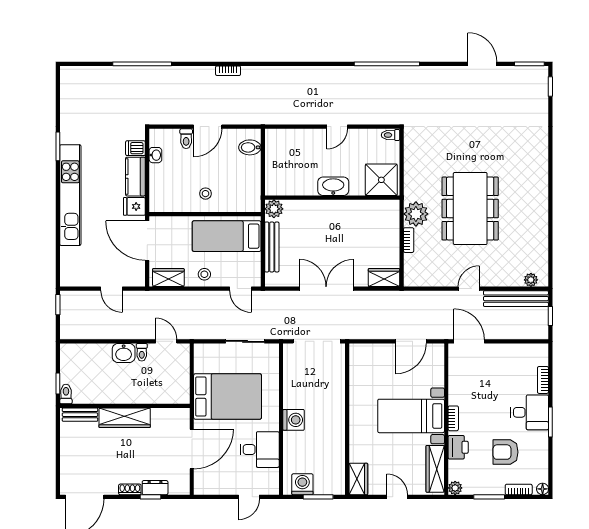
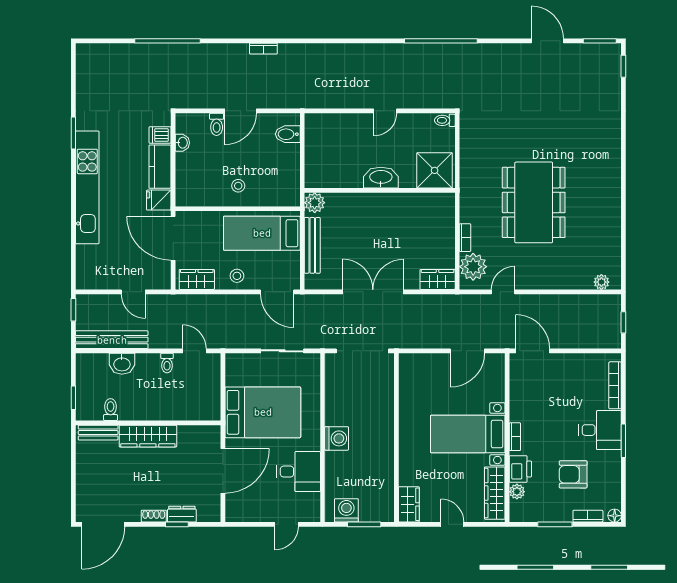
plant: (416, 214) -> (473, 267), moved
door: (240, 289) -> (277, 292), width x1.38
door: (469, 289) -> (503, 292), moved
bench: (516, 299) -> (112, 340), moved
washbasin: (124, 353) -> (122, 364), moved
bookcase: (543, 380) -> (615, 385), width x1.56
toilet: (66, 394) -> (111, 410), moved
plant: (455, 488) -> (517, 492), moved

